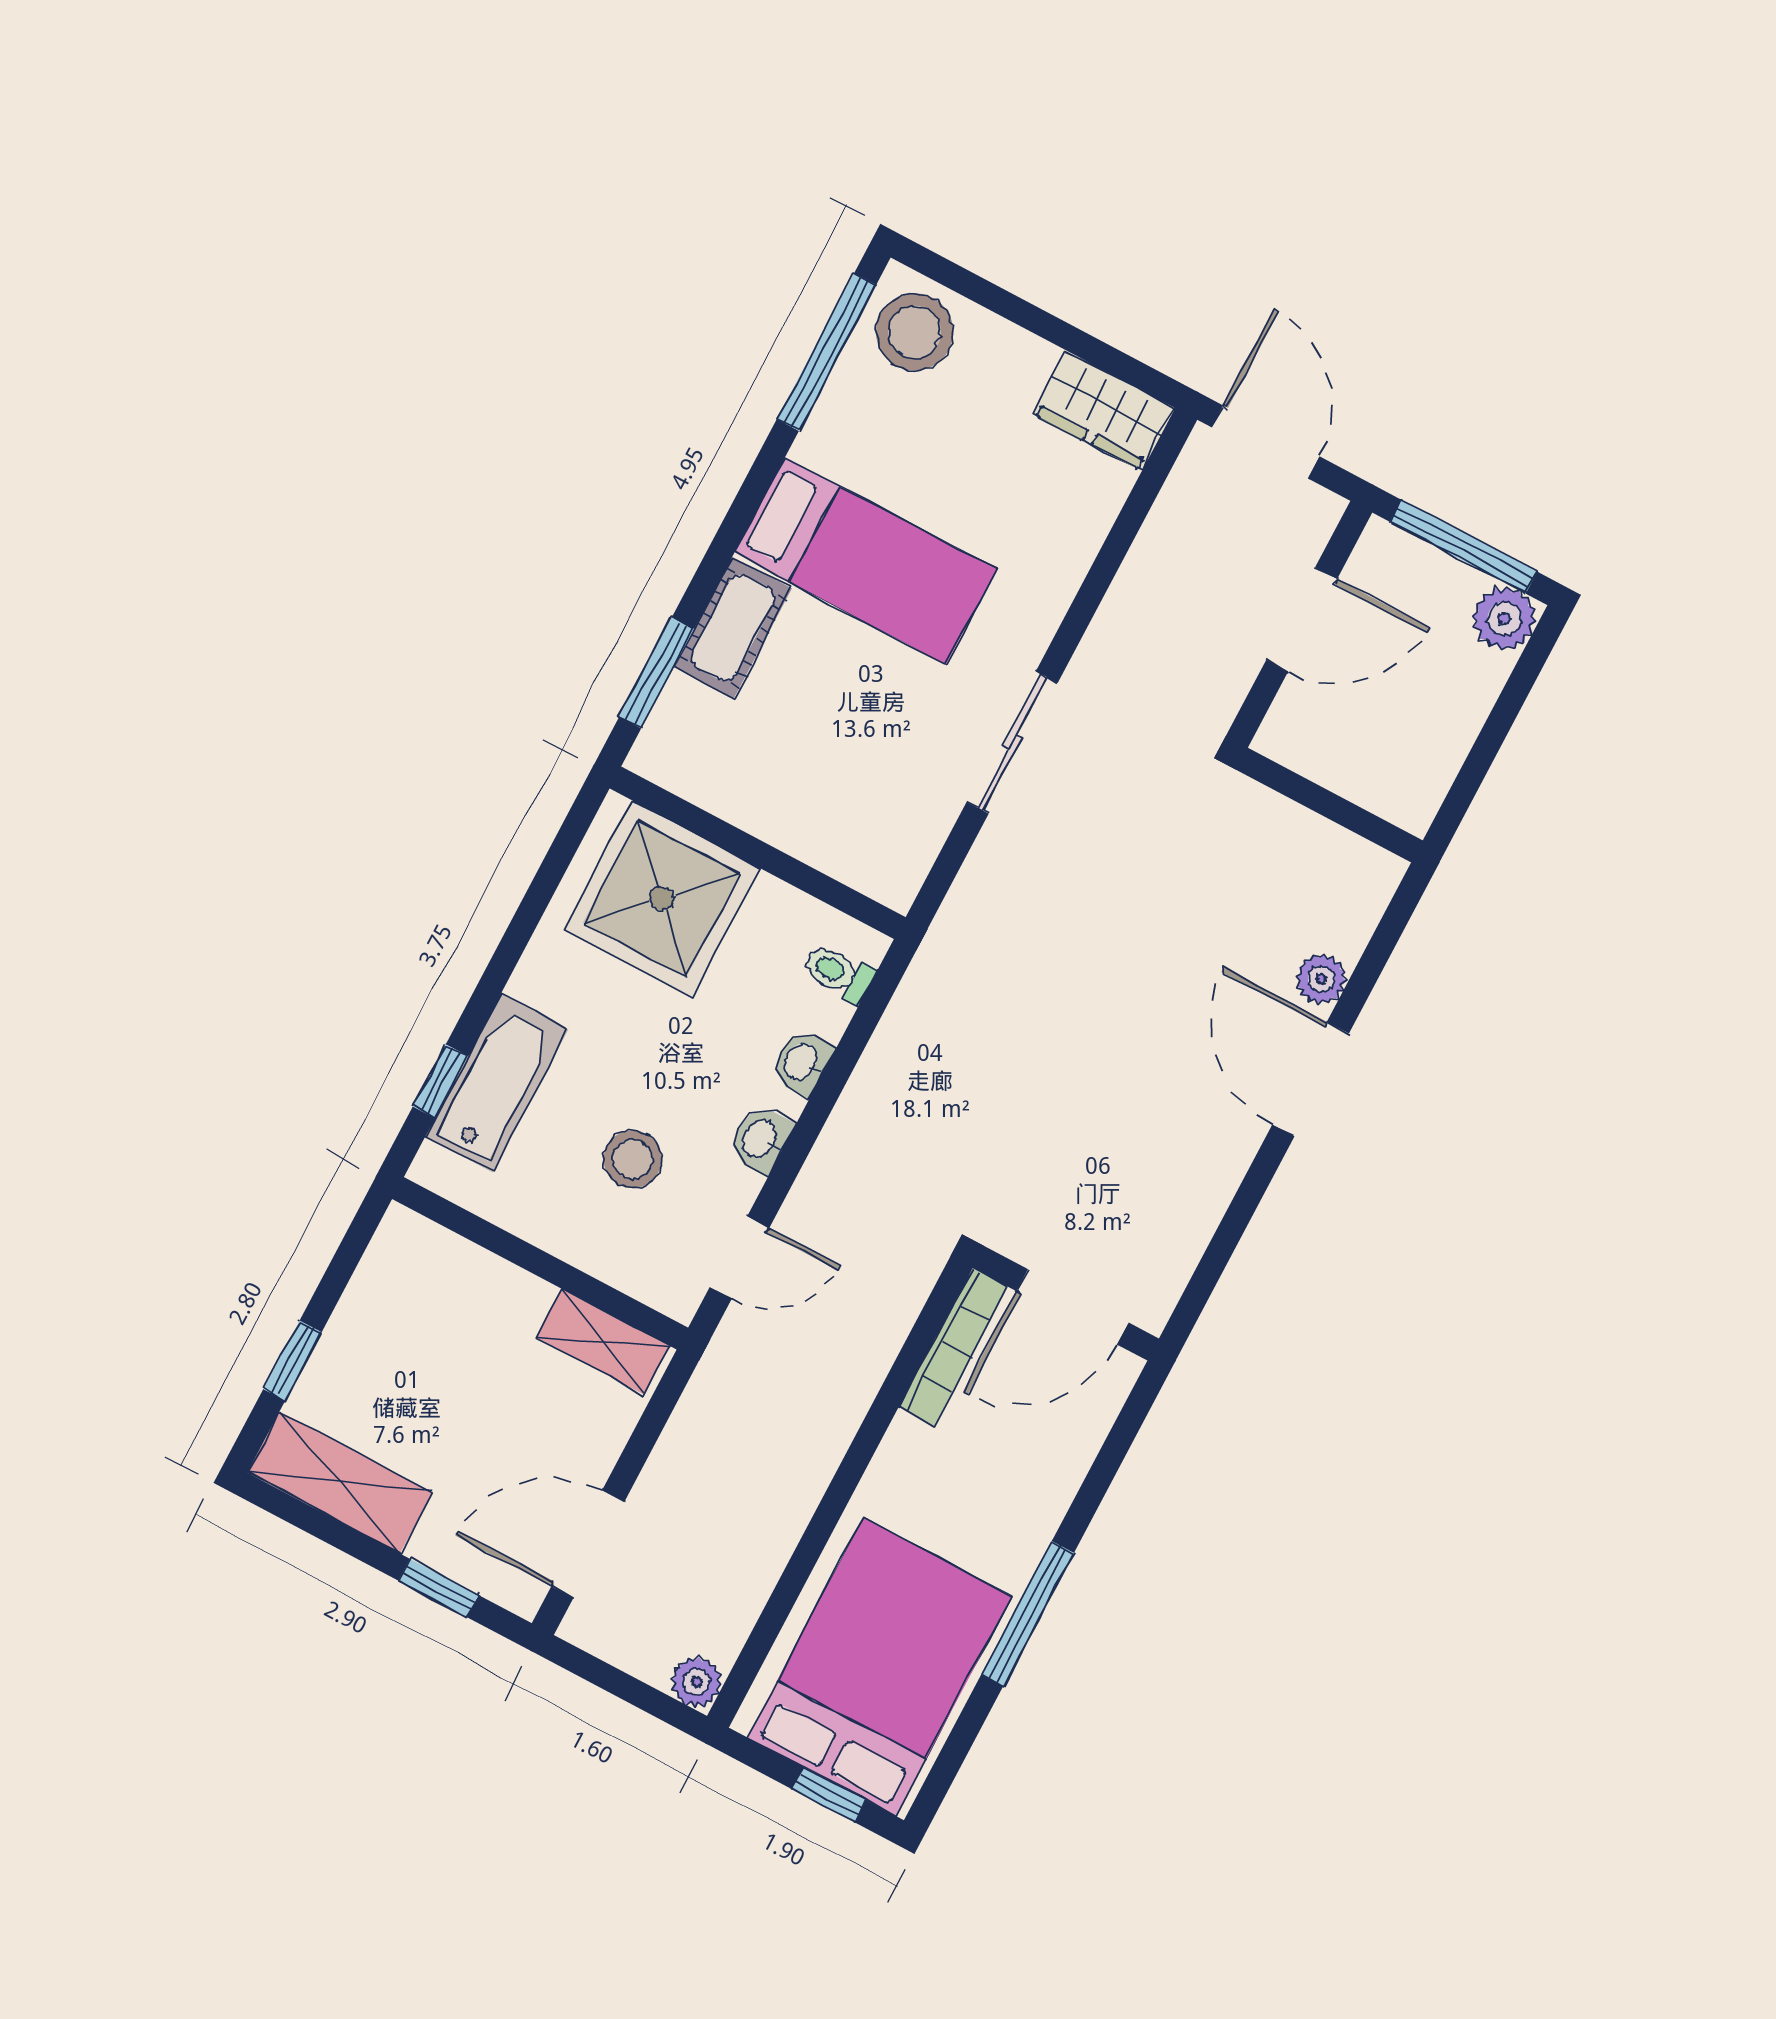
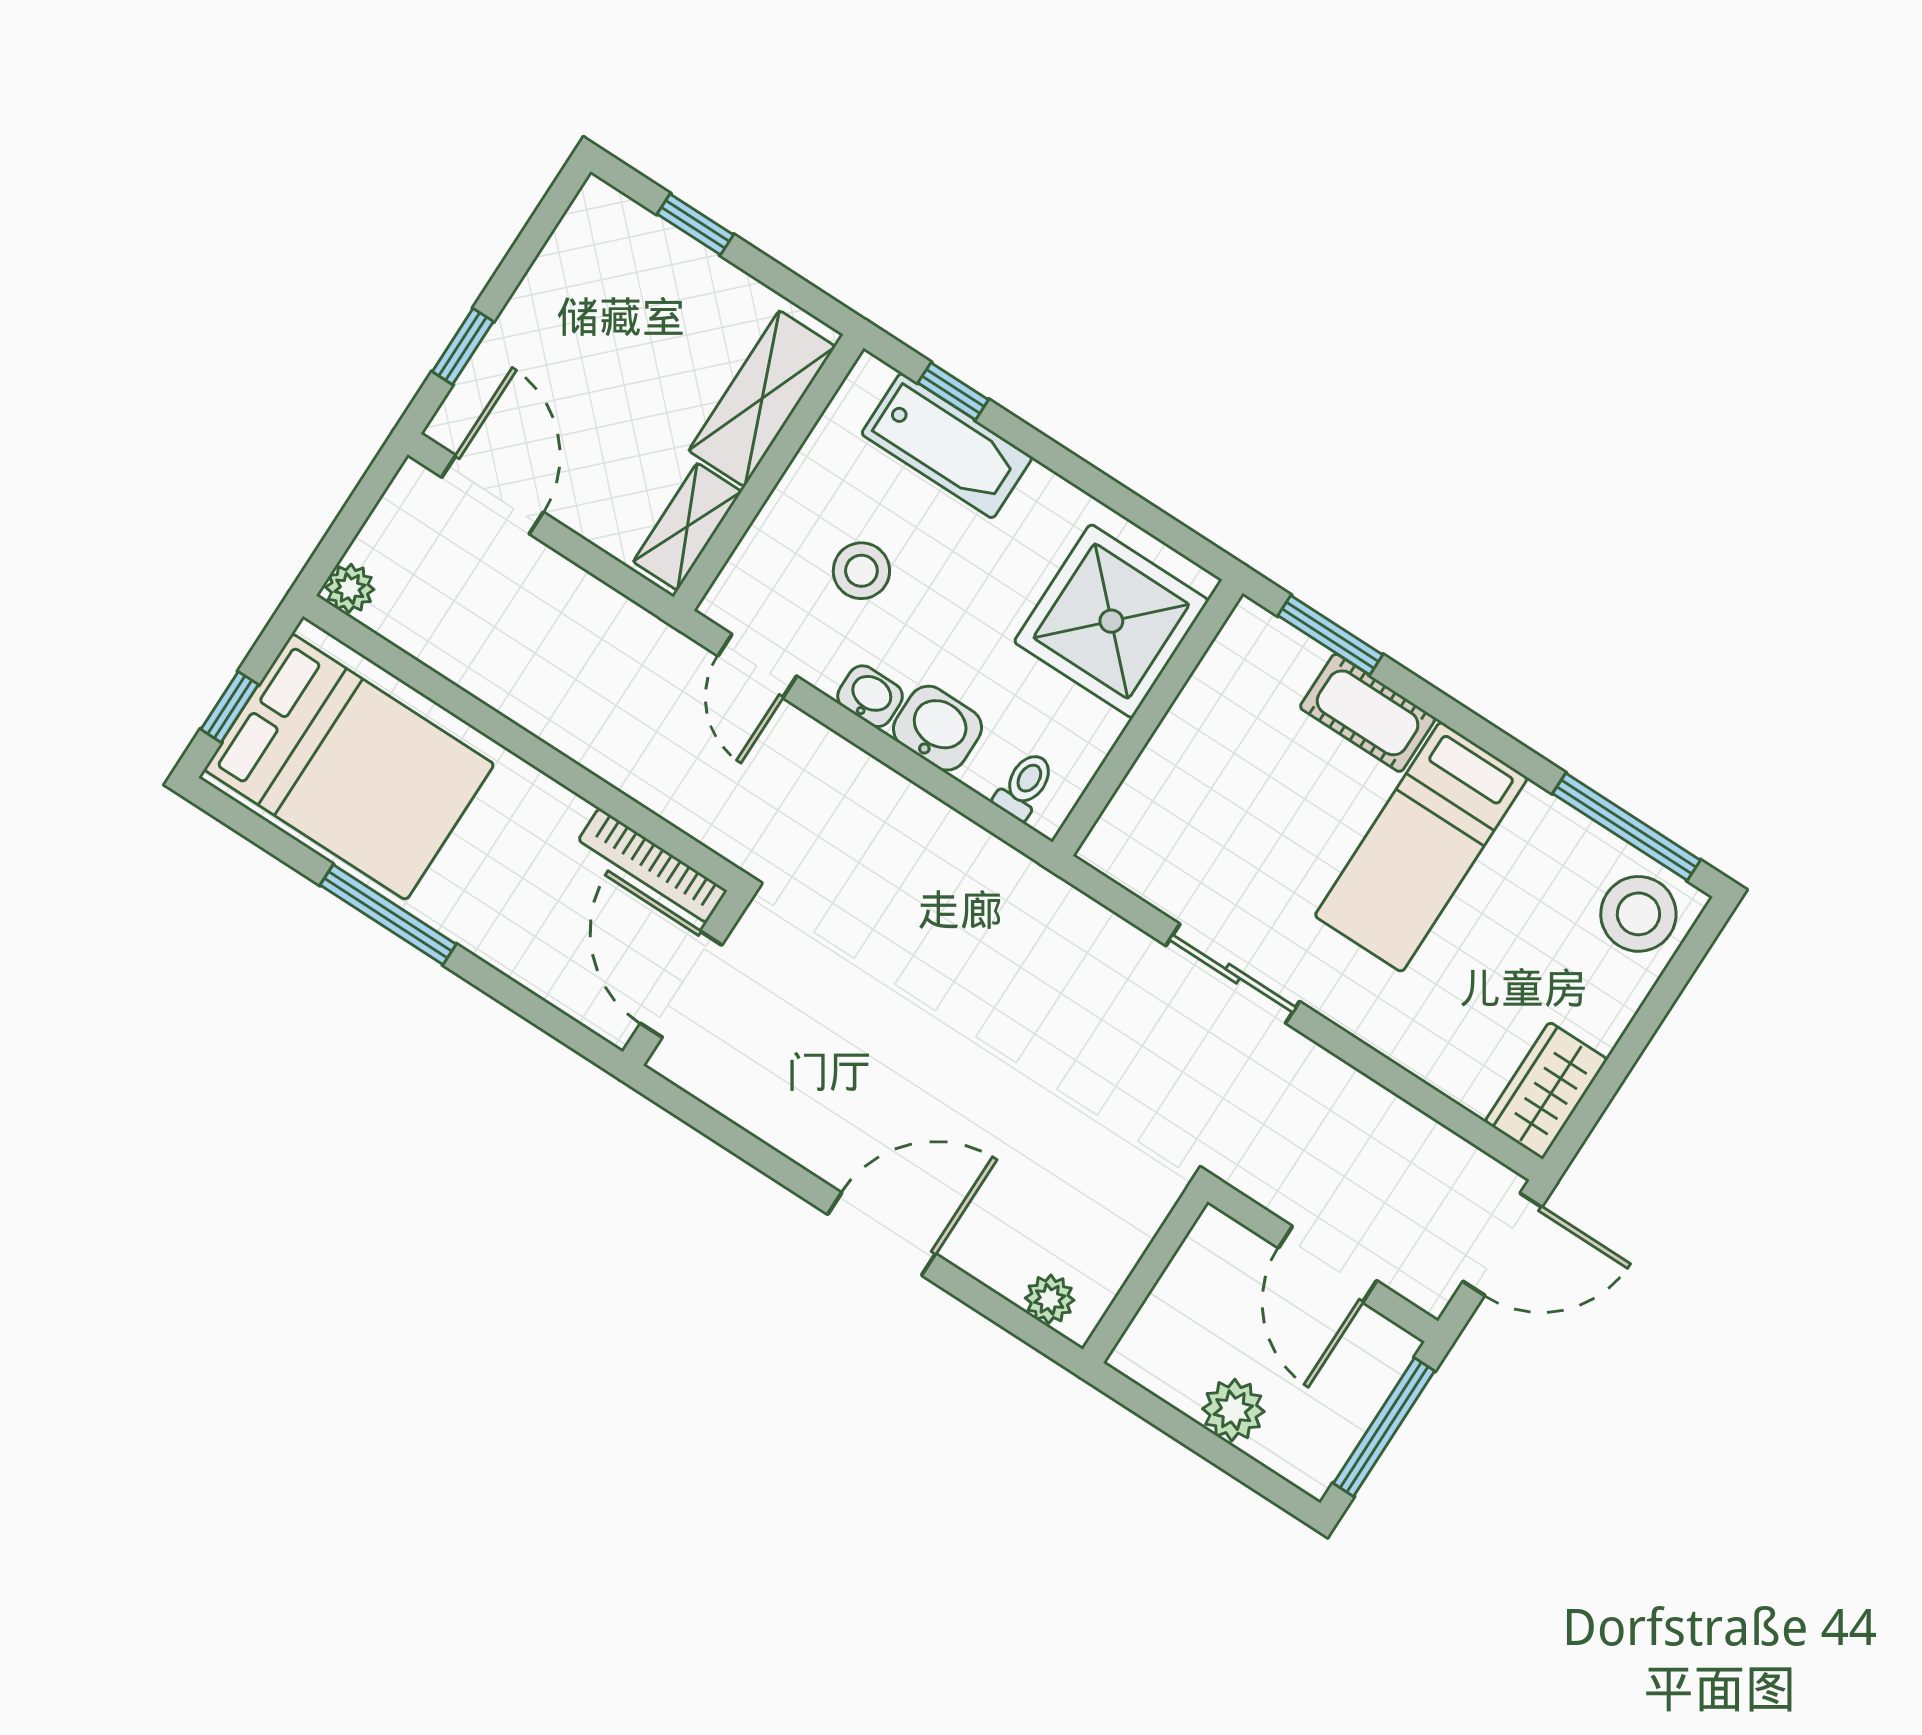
plant: (1504, 618) -> (1233, 1410), moved
plant: (1321, 979) -> (1050, 1299), moved
washbasin: (802, 1062) -> (938, 728), width x1.38, depth x1.45
shelving: (340, 1482) -> (762, 399), moved

